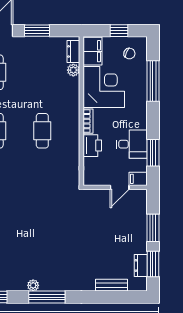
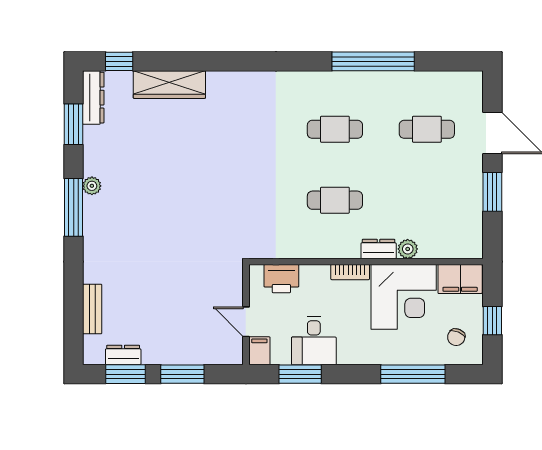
dresser: (73, 51) -> (379, 249), moved
plant: (73, 70) -> (408, 249), moved
printer: (92, 146) -> (281, 279), moved

